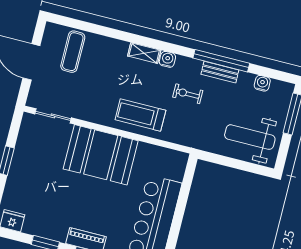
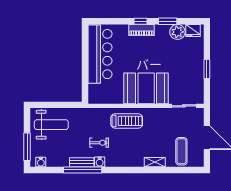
shelving: (144, 53) -> (155, 162), moved
water cooler: (167, 59) -> (100, 162), moved
water cooler: (262, 83) -> (41, 162), moved
plant: (35, 224) -> (177, 32), added

